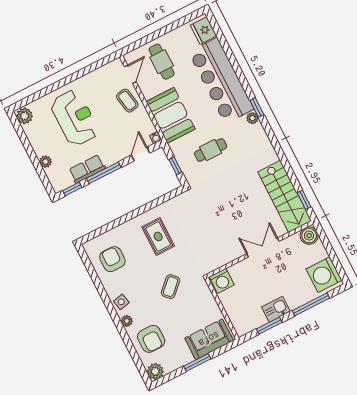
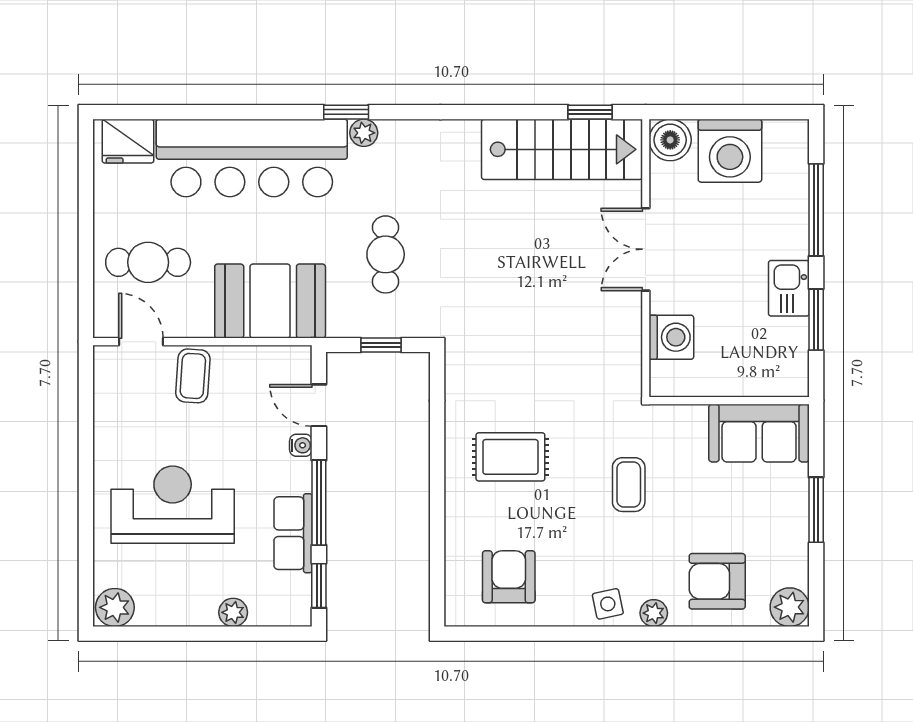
coffee table: (127, 101) -> (193, 376), turned -76
water cooler: (156, 138) -> (301, 445), moved
armchair: (112, 259) -> (509, 577), turned 90
washing machine: (324, 275) -> (730, 151), moved
washing machine: (222, 281) -> (671, 337), moved
coffee table: (171, 287) -> (629, 485), turned 44
armchair: (151, 339) -> (717, 581), turned 180
sofa: (209, 339) -> (759, 433), moved, turned -90

